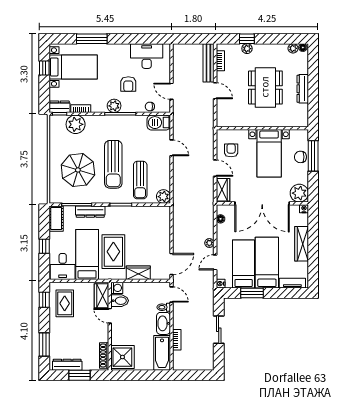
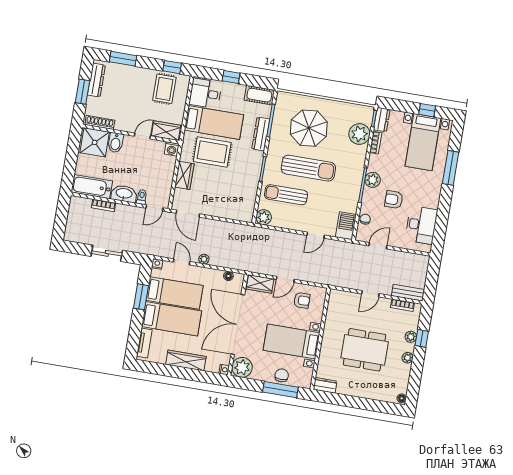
plant: (293, 48) -> (408, 358), moved
bench: (208, 63) -> (408, 293), width x0.73
dresser: (303, 89) -> (325, 385), moved, width x0.70
sun lounger: (113, 164) -> (308, 168), turned 180
bidet: (120, 301) -> (116, 143), moved
rug: (65, 303) -> (164, 89), turned 90

